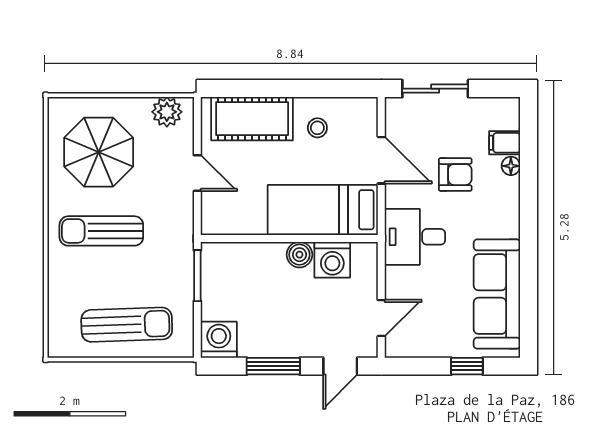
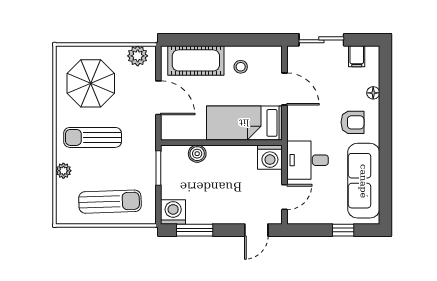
filing cabinet: (505, 143) -> (357, 56), moved, turned -90
door: (197, 173) -> (158, 98), width x1.38
armchair: (455, 175) -> (352, 122), moved
desk: (415, 237) -> (307, 160), moved
boiler: (299, 255) -> (197, 154), moved
washing machine: (332, 260) -> (270, 157), moved
plant: (59, 280) -> (63, 171), added
window: (273, 366) -> (195, 230), moved

